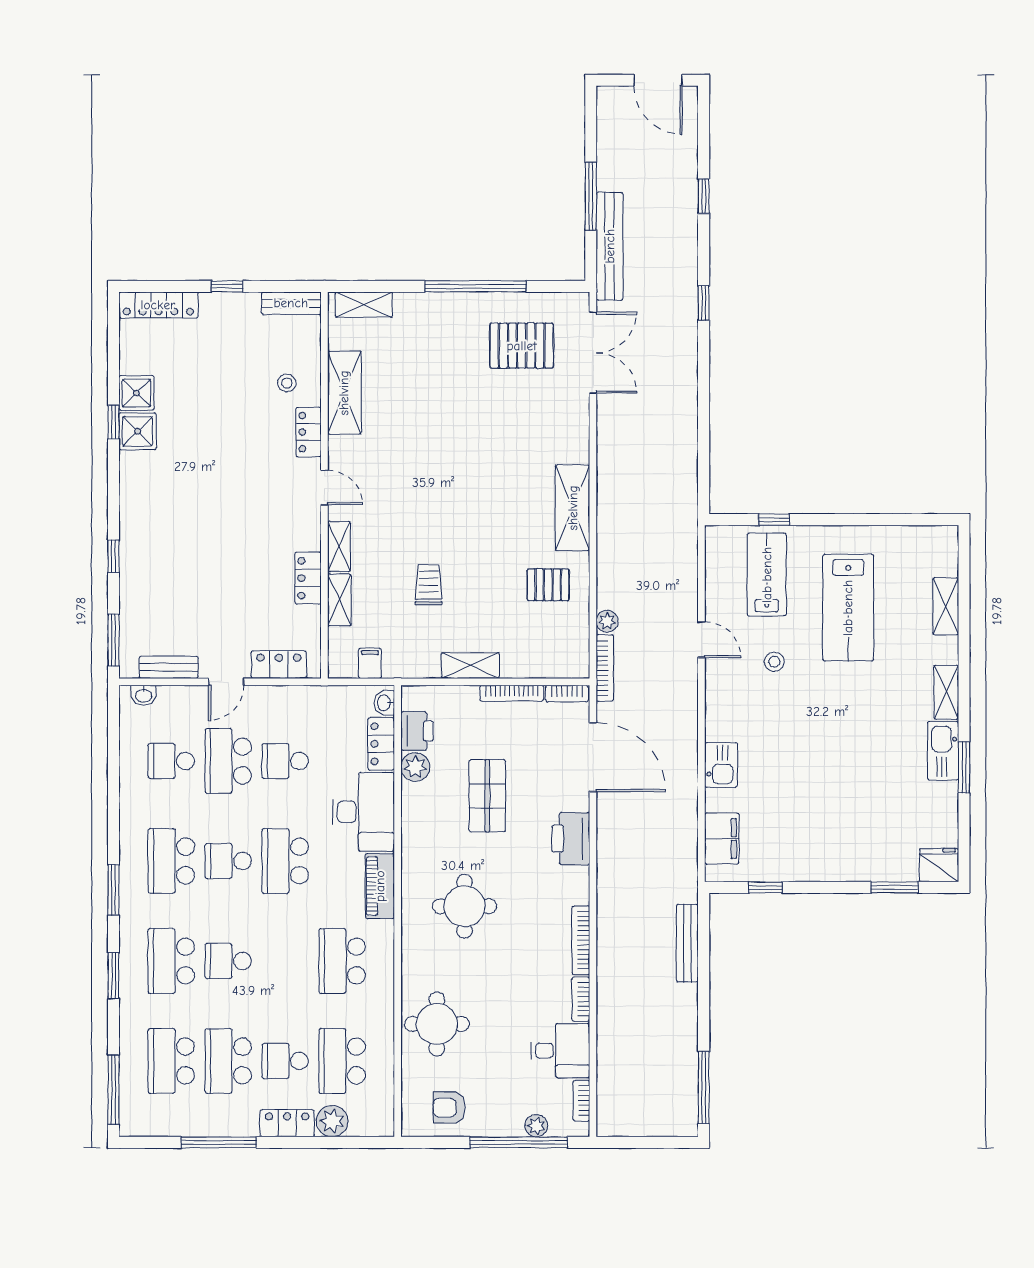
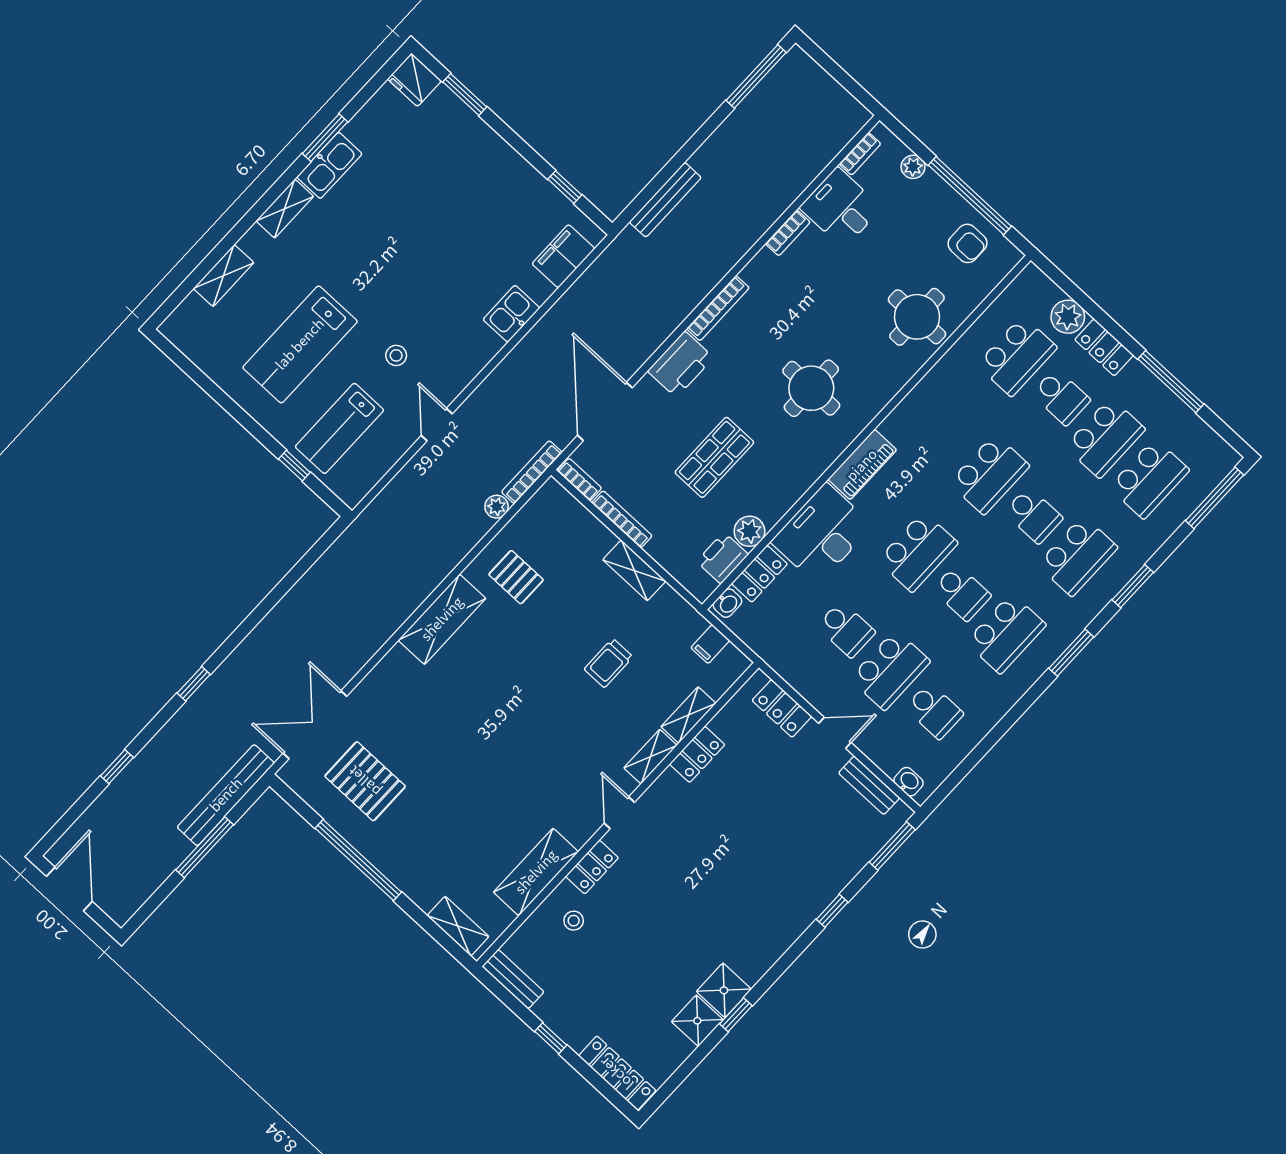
lab bench: (848, 608) -> (300, 344), turned 180
bookcase: (581, 940) -> (718, 308), moved
school desk: (342, 961) -> (989, 474), moved
window: (519, 1142) -> (970, 196), moved

